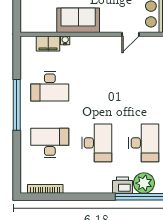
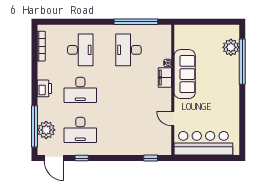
sofa: (78, 20) -> (185, 74), width x1.36
filing cabinet: (48, 44) -> (165, 78), moved
window: (17, 105) -> (136, 22), moved
printer: (122, 185) -> (44, 88), moved

